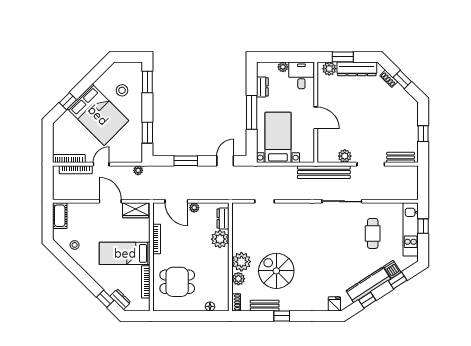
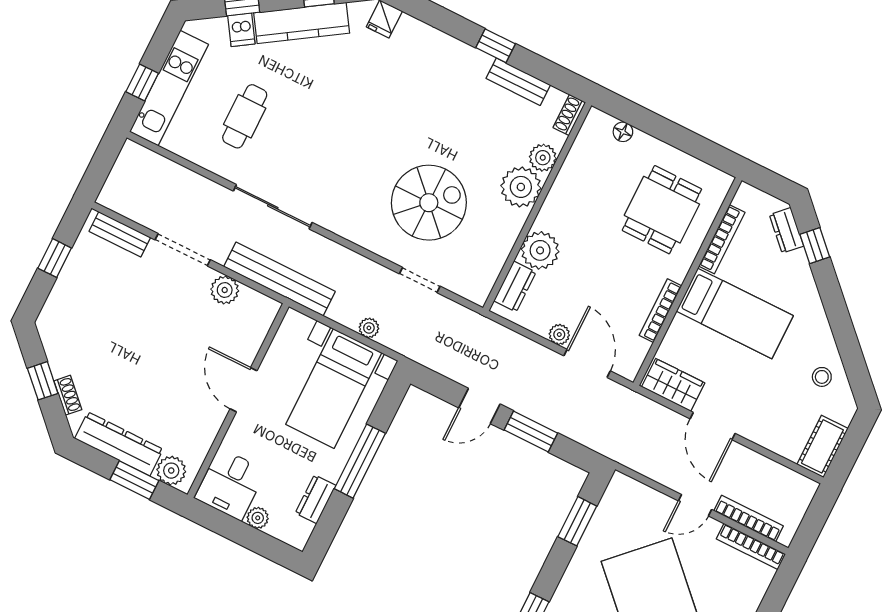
door: (225, 161) -> (479, 406), moved
plant: (138, 170) -> (369, 328), moved
spiral stairs: (276, 271) -> (429, 203), moved, turned -90
dining table: (177, 282) -> (662, 210), turned 90

